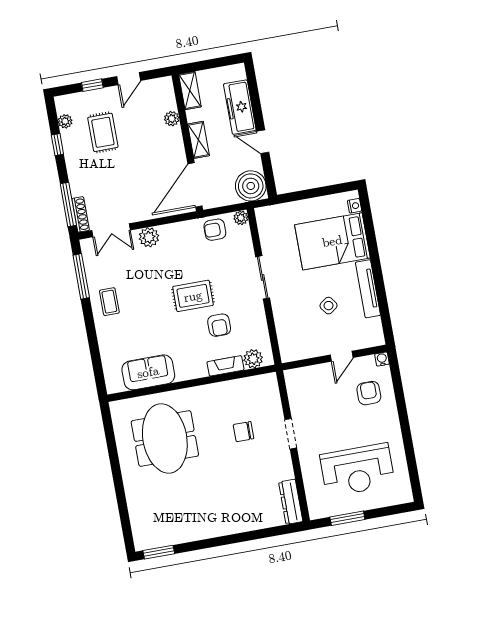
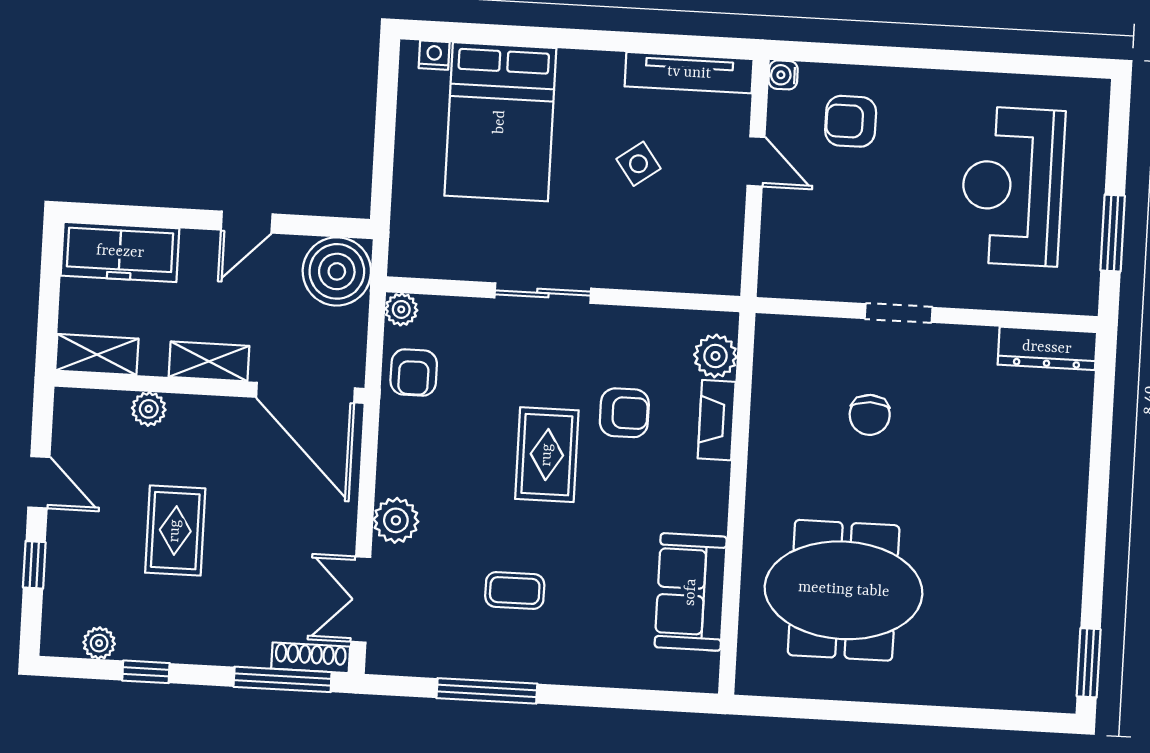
freezer: (240, 107) -> (120, 252), moved
rug: (103, 132) -> (175, 531), moved, turned 90
double door: (111, 230) -> (361, 599), swing flipped
window: (81, 276) -> (487, 691), moved
tv unit: (368, 289) -> (689, 73), moved
coffee table: (109, 302) -> (515, 591), moved
reception desk: (357, 470) -> (1012, 186), turned 180

